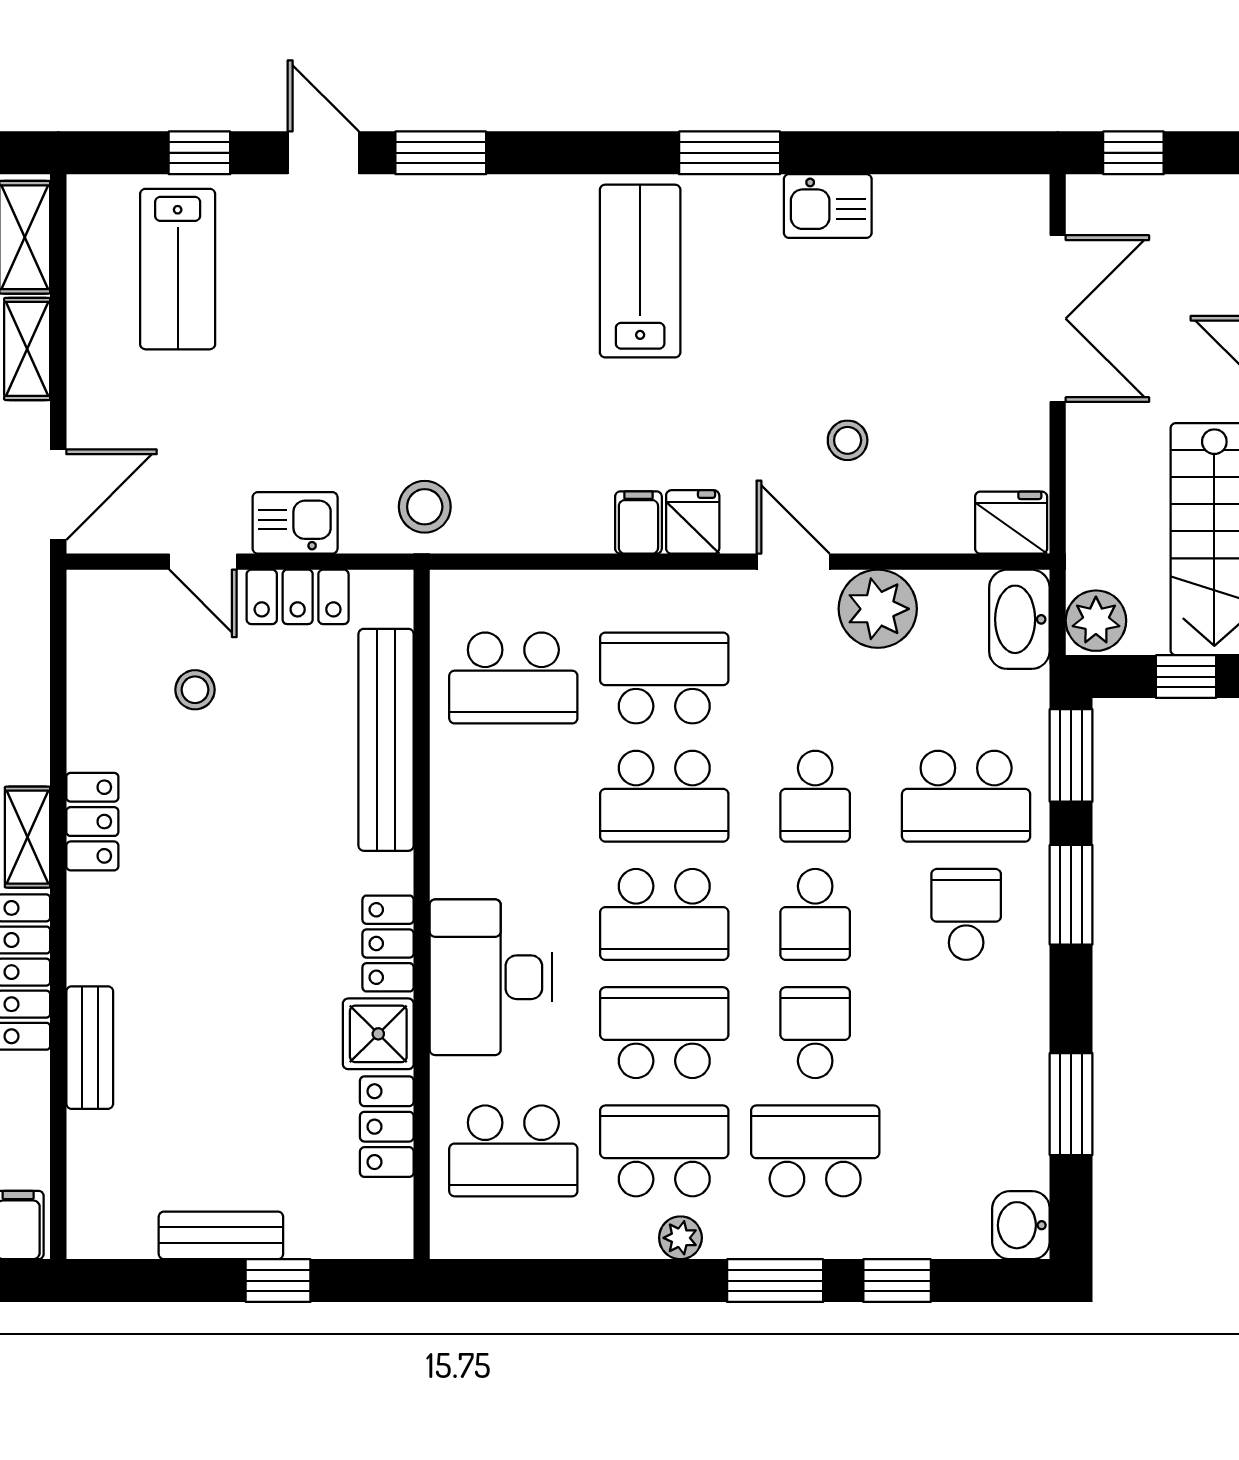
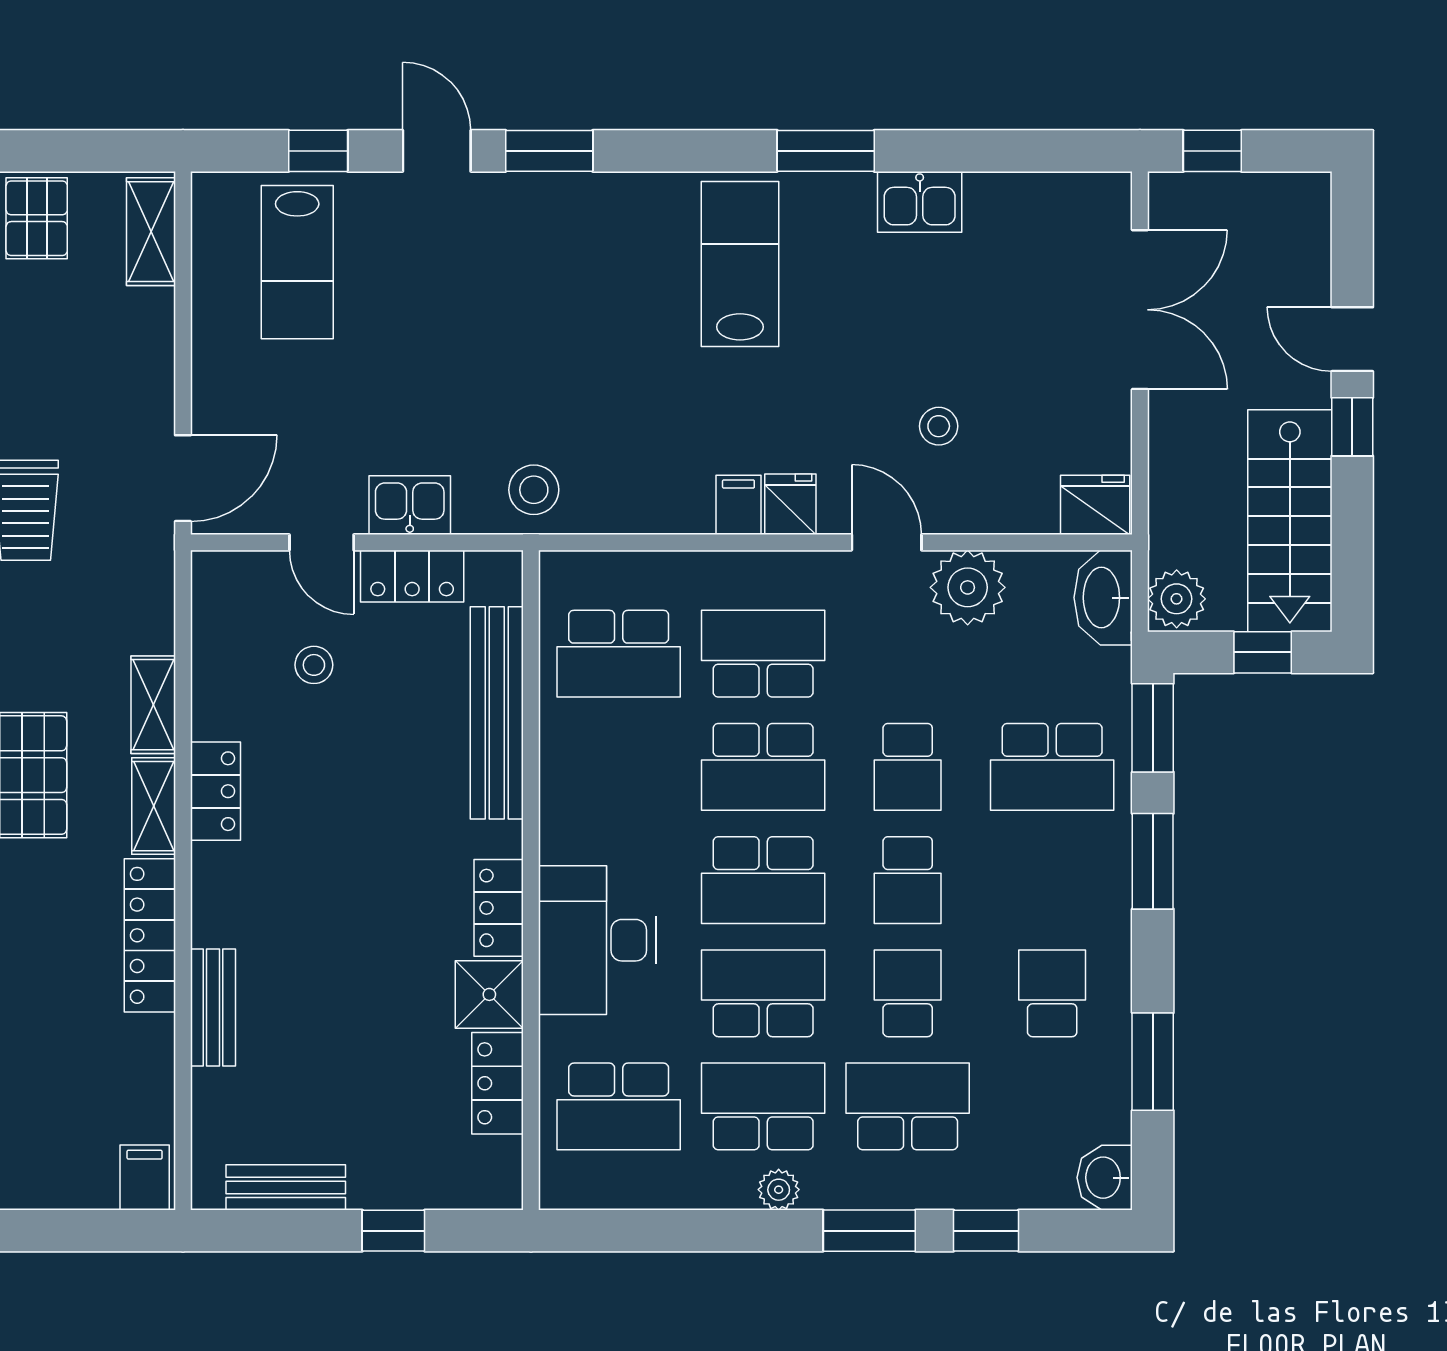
shelving: (27, 349) -> (153, 705), moved
school desk: (966, 914) -> (1052, 993), moved
bench: (221, 1235) -> (286, 1187), moved

